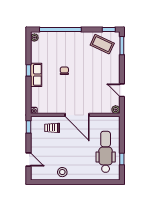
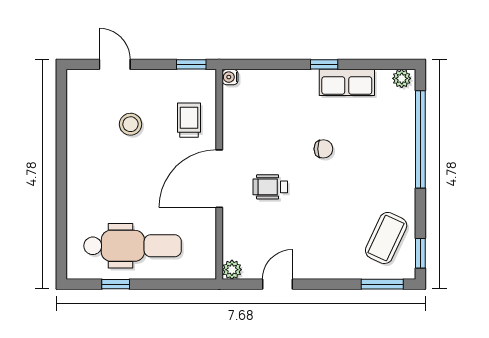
row of seats: (36, 75) -> (347, 82), moved
wheelchair: (81, 93) -> (270, 187), added
door: (28, 159) -> (115, 64), swing flipped
stool: (62, 172) -> (130, 124), moved

